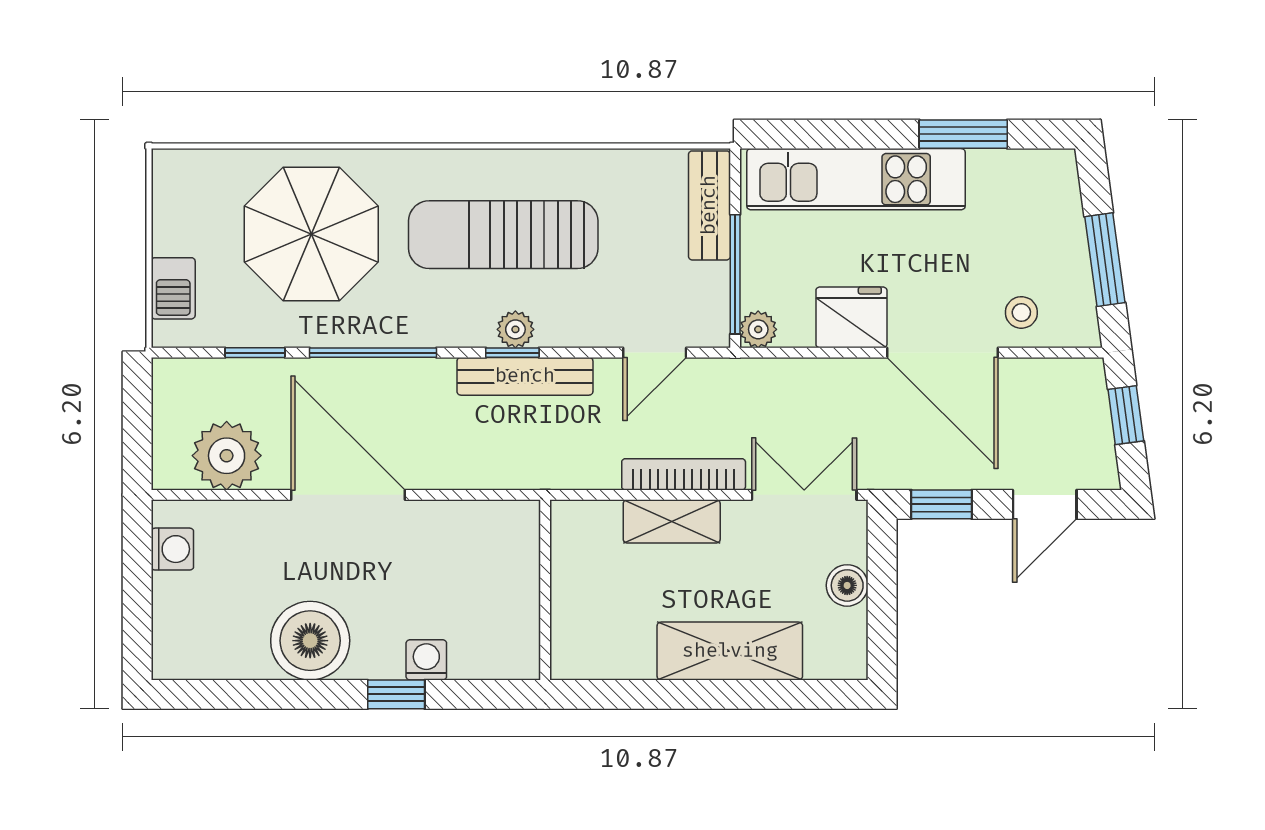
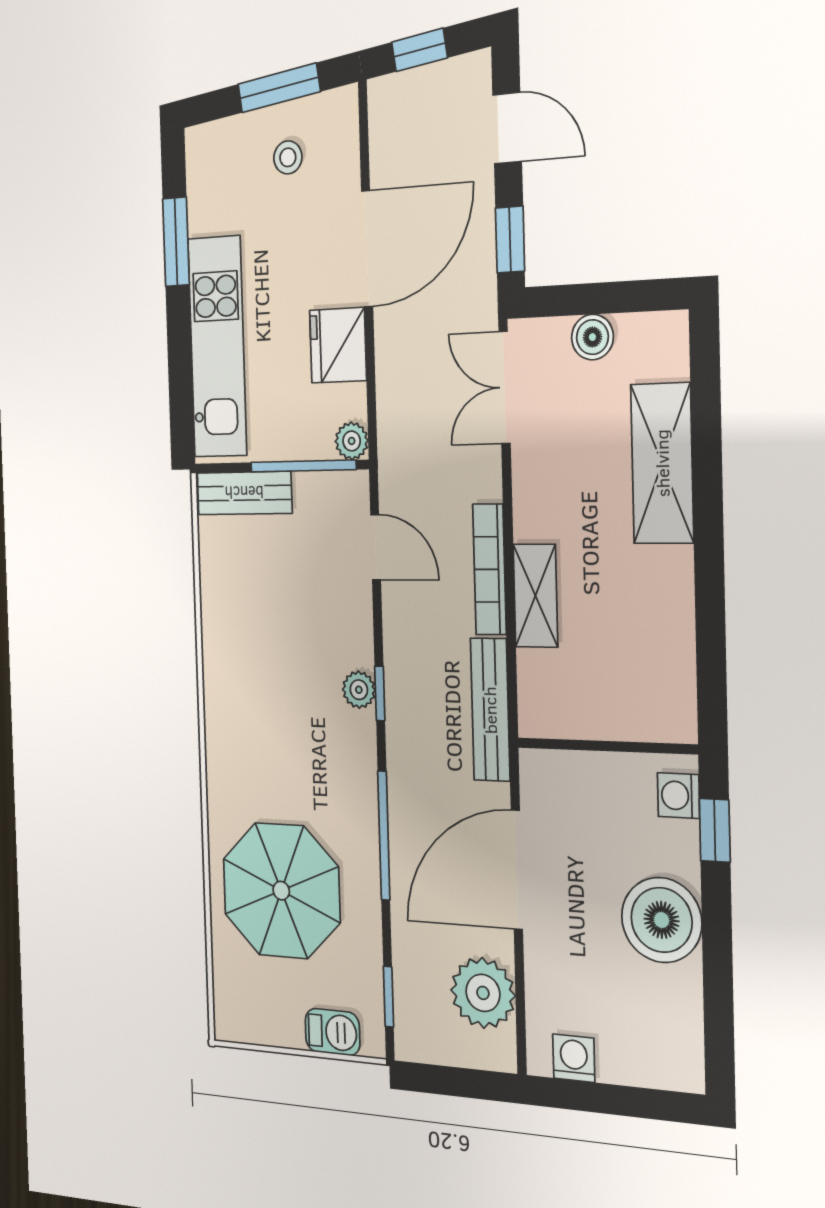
sun lounger: (503, 235) -> (276, 700), removed
stool: (1021, 312) -> (288, 157), moved
window: (255, 353) -> (388, 997), moved
bench: (525, 376) -> (490, 710), moved
bookcase: (684, 474) -> (489, 569), moved
shelving: (672, 521) -> (535, 596), moved
wall: (545, 590) -> (606, 746), moved

